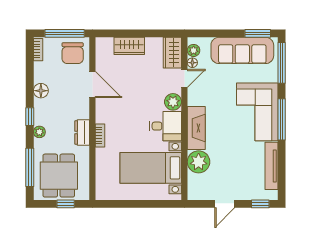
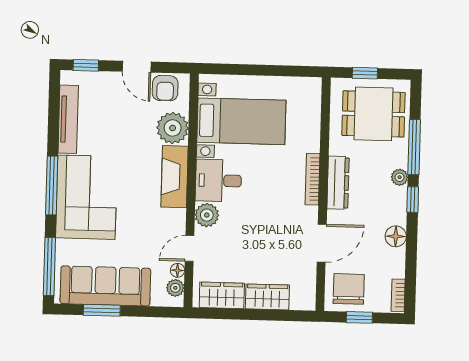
window: (65, 33) -> (359, 317), width x0.46
window: (258, 33) -> (102, 310), moved
wardrobe: (172, 53) -> (222, 295), moved, turned -90
door: (92, 85) -> (322, 243), swing flipped
dresser: (82, 133) -> (338, 183), width x1.44
bookcase: (100, 135) -> (312, 179), width x1.56
window: (30, 167) -> (414, 147), moved
dining table: (59, 176) -> (373, 114), turned 90
armchair: (204, 189) -> (165, 88), added
door: (225, 204) -> (137, 67), swing flipped

